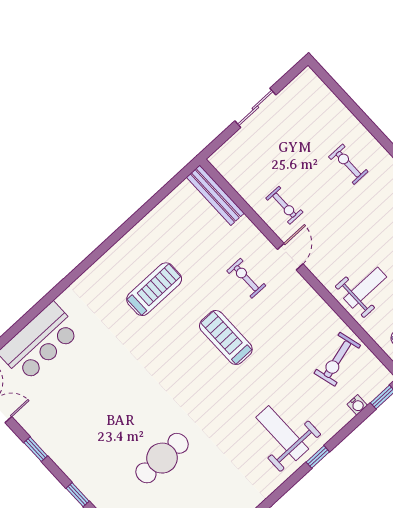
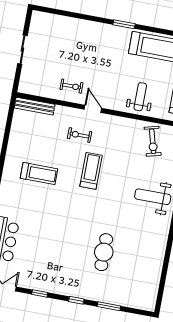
exercise bike: (348, 164) -> (88, 43), removed
treadmill: (154, 289) -> (39, 174), turned 90
treadmill: (226, 337) -> (91, 171), turned 90

